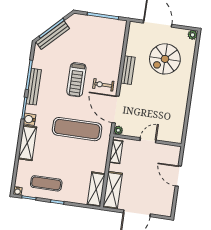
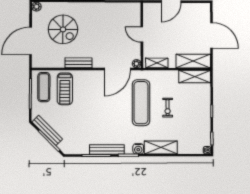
bench: (53, 35) -> (47, 130), moved
treadmill: (76, 80) -> (65, 89), moved, turned 90
exercise bike: (103, 85) -> (168, 108), moved
exercise mat: (46, 183) -> (44, 87), moved

